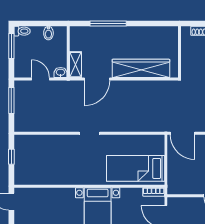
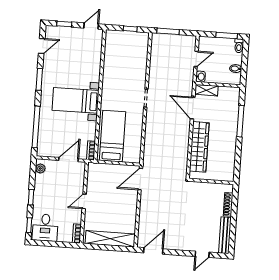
window: (11, 101) -> (168, 31), moved

